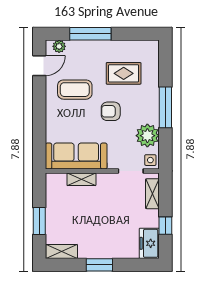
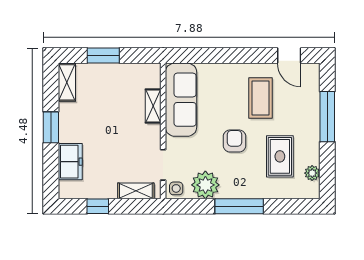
plant: (59, 46) -> (312, 173), moved
freezer: (149, 243) -> (70, 162), moved, turned 90

